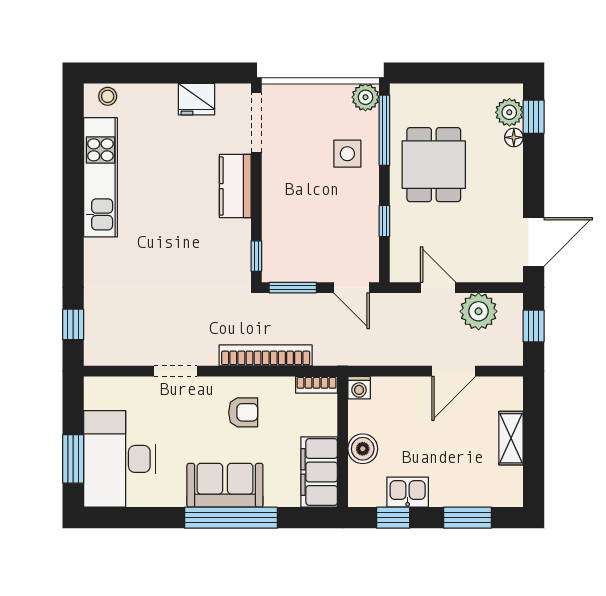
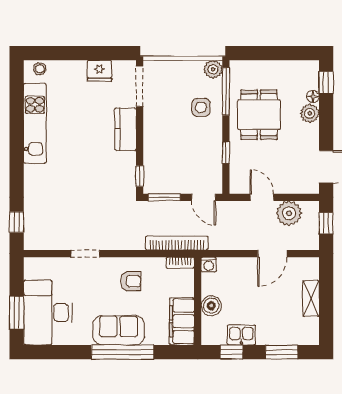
plant: (509, 112) -> (310, 113), moved
bookcase: (266, 355) -> (177, 243), moved

